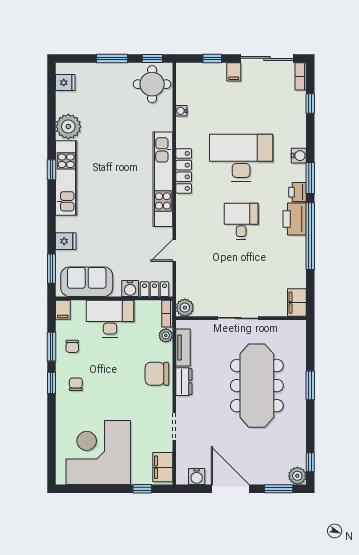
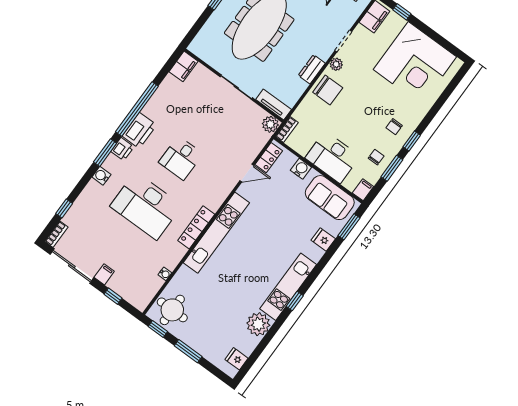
locker: (155, 289) -> (269, 158), moved, turned -90
plant: (166, 335) -> (336, 64), moved
tv unit: (183, 348) -> (274, 104), moved, turned 90

